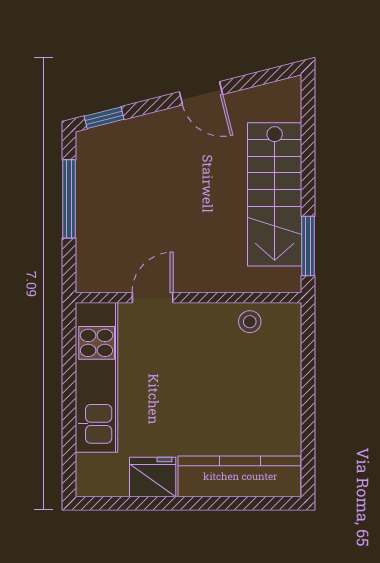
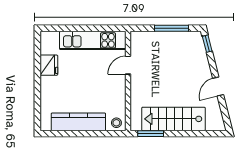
door: (153, 298) -> (128, 65), swing flipped
stool: (250, 322) -> (116, 123), moved
kitchen counter: (240, 476) -> (78, 122), moved, turned -90

